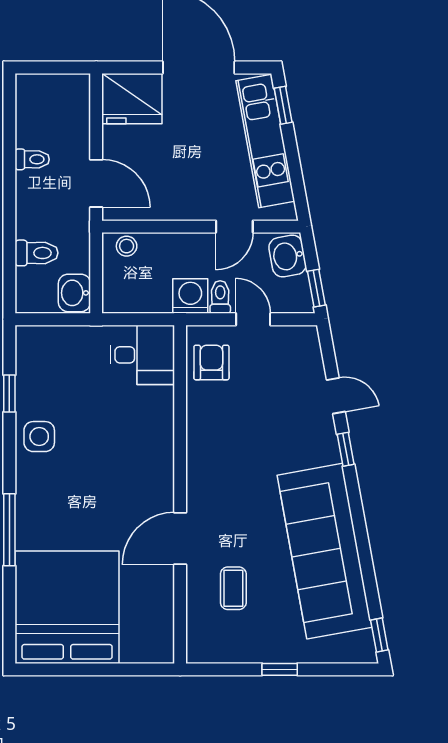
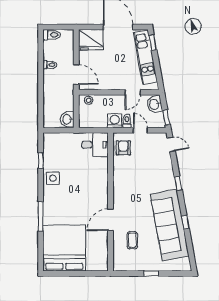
toilet: (37, 253) -> (52, 35), moved
door: (336, 396) -> (171, 145), moved
window: (379, 635) -> (185, 222), moved

